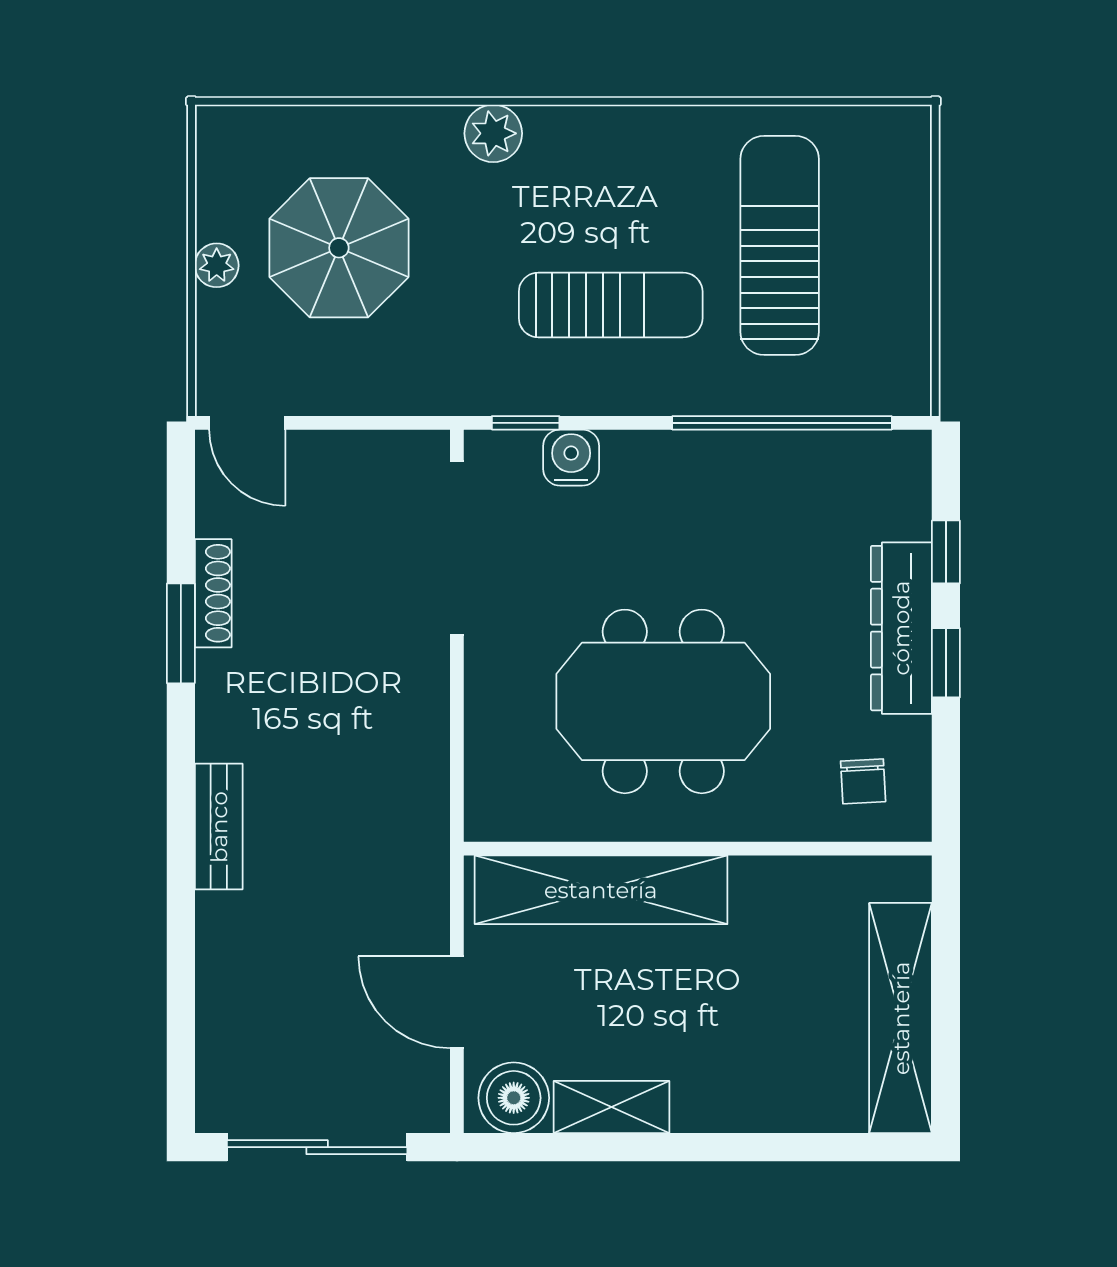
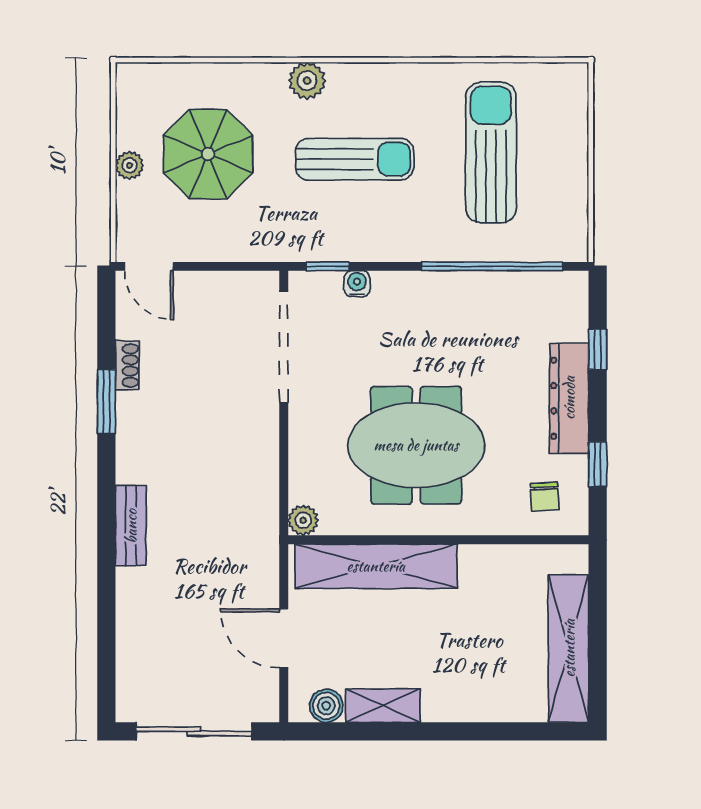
sun lounger: (611, 305) -> (355, 159), moved
water cooler: (571, 458) -> (357, 284), width x0.72, depth x0.72
shoe rack: (213, 593) -> (127, 365), width x0.70
window: (946, 663) -> (598, 464), moved
plant: (487, 818) -> (303, 520), added
boiler: (514, 1098) -> (326, 706), width x0.73, depth x0.73

